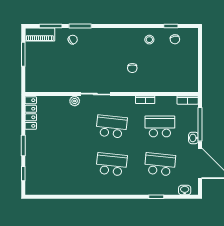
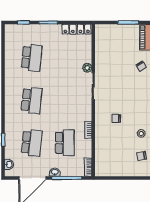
school desk: (112, 126) -> (32, 58), moved

